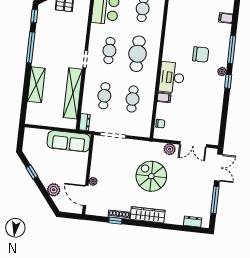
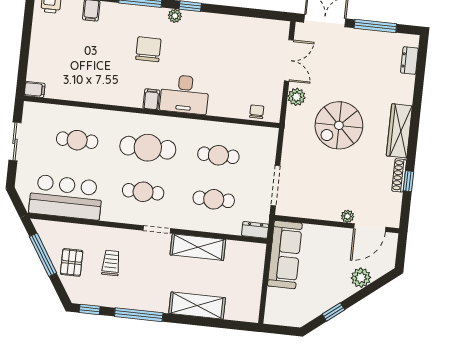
trolley: (64, 30) -> (111, 263), added
shelving: (73, 93) -> (198, 247), width x0.68
filing cabinet: (164, 97) -> (151, 99), moved

